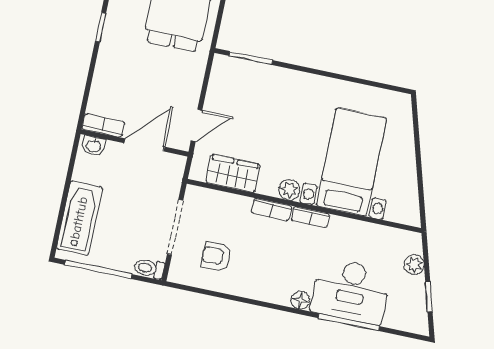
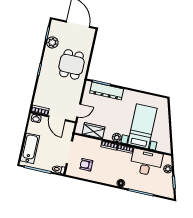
dresser: (264, 78) -> (107, 91), added
door: (144, 145) -> (57, 118), swing flipped
desk: (351, 291) -> (146, 162), moved, turned 180

